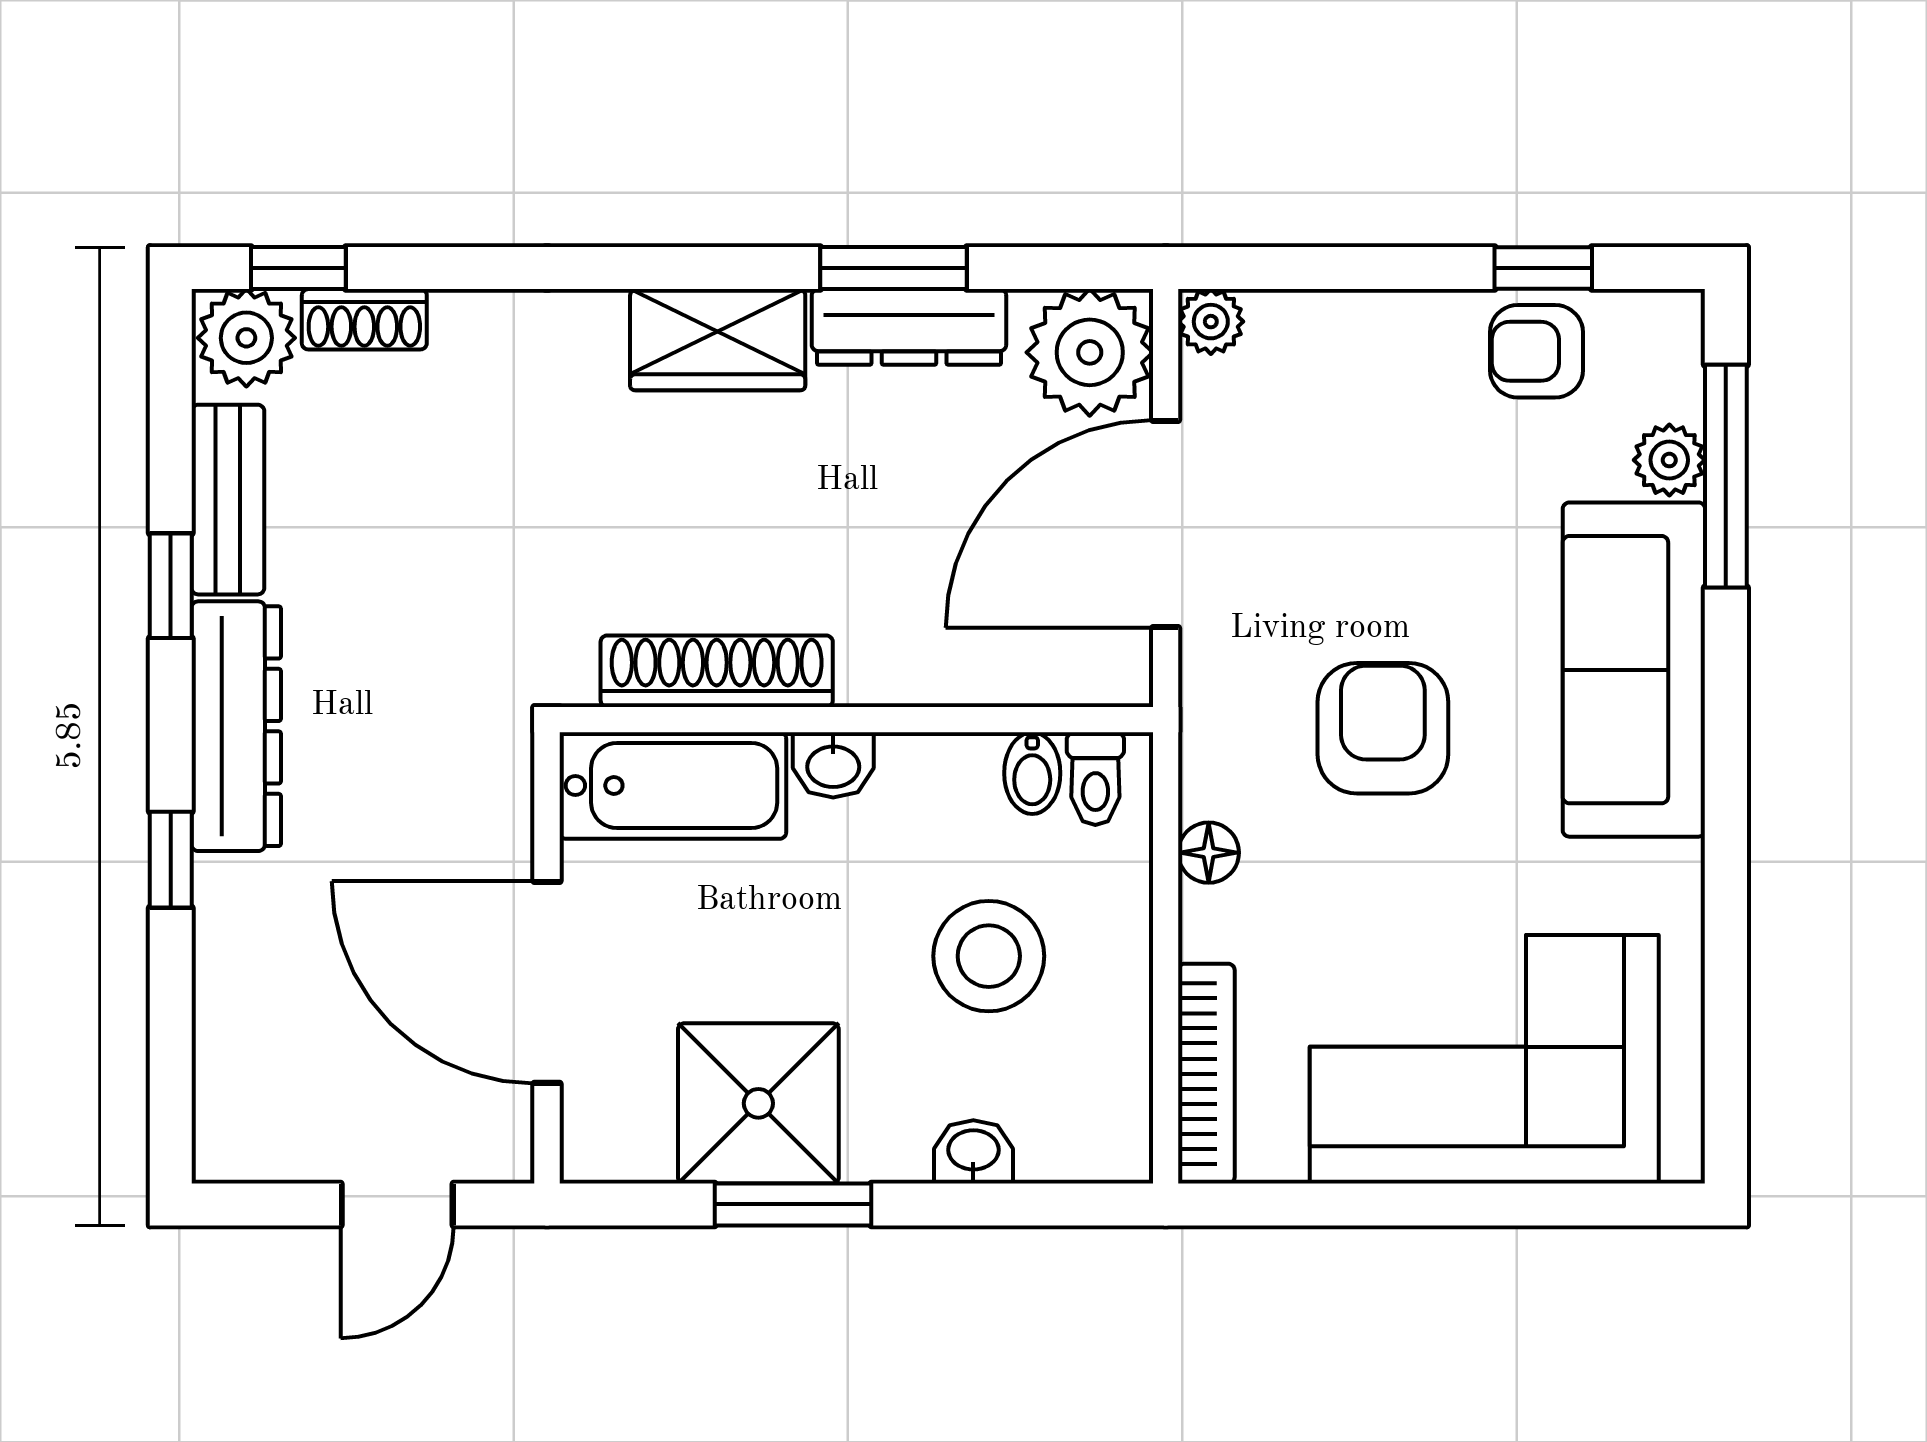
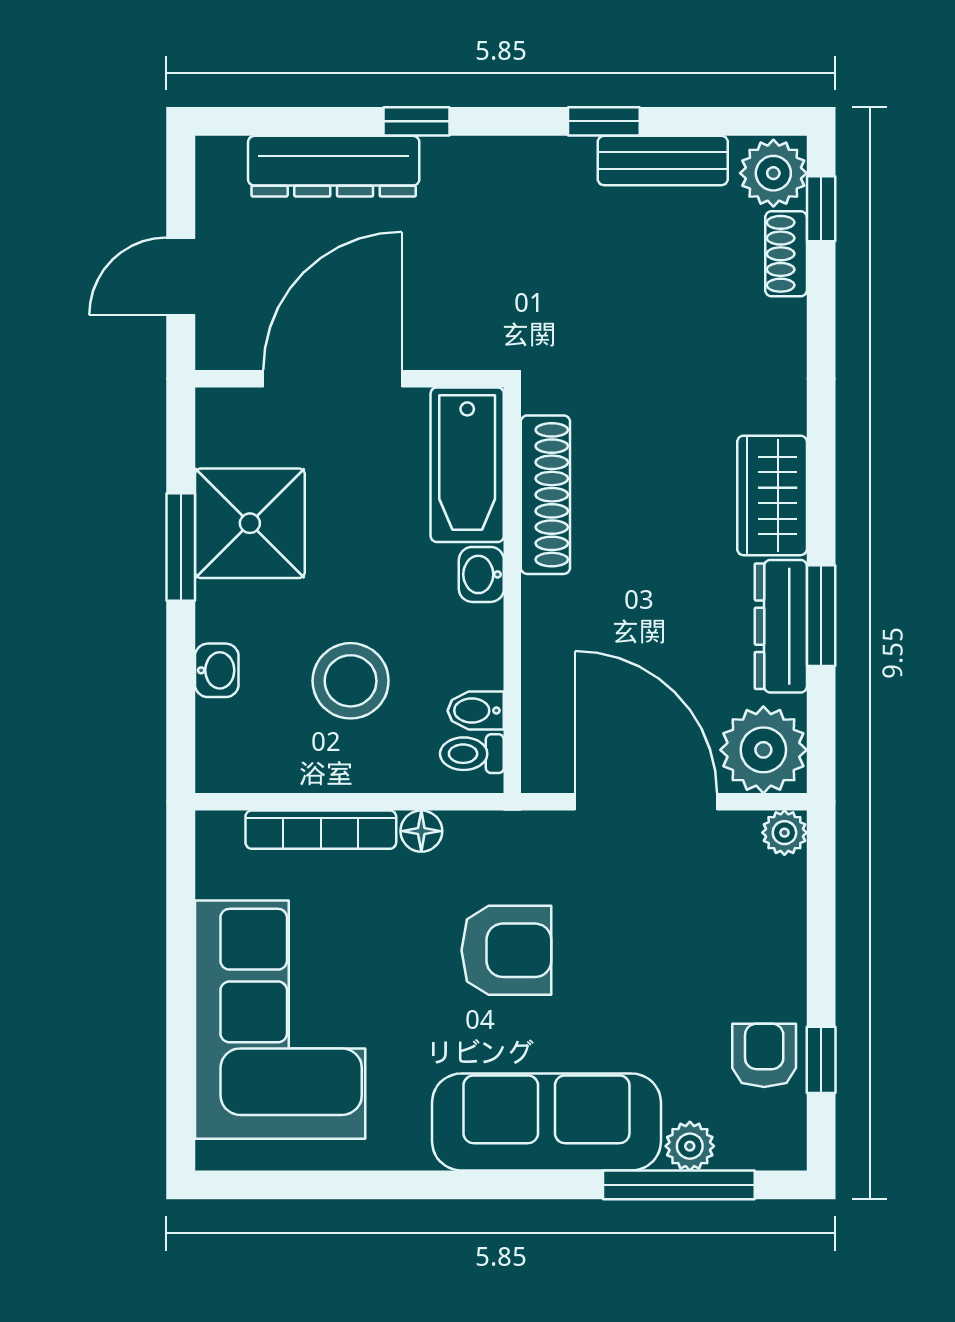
dresser: (236, 726) -> (334, 166), moved
bookcase: (1206, 1074) -> (321, 830), moved
door: (397, 1204) -> (181, 276), hinge flipped

